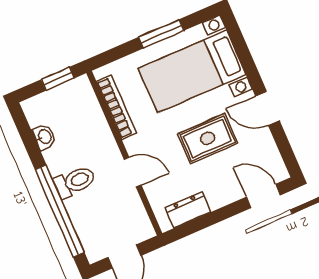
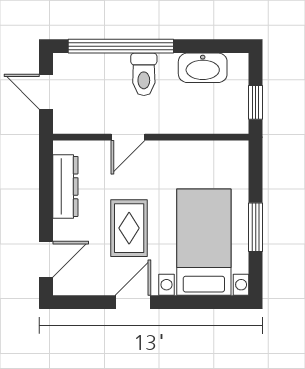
bookcase: (116, 107) -> (201, 149), removed
washbasin: (44, 137) -> (203, 68), width x1.91, depth x1.45
dresser: (188, 210) -> (65, 186), width x1.44

